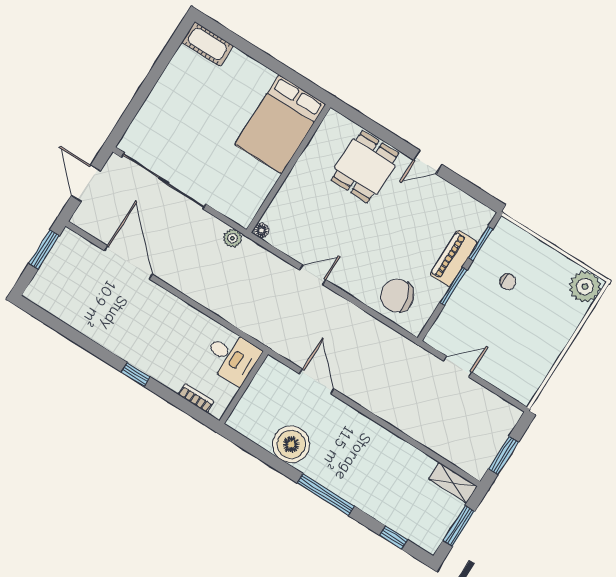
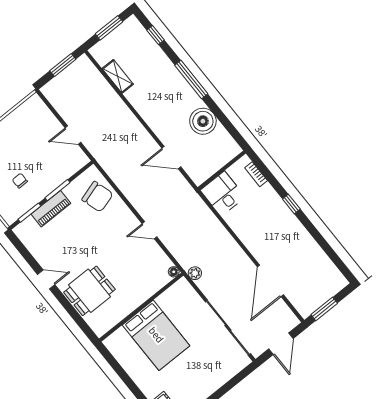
bed: (280, 124) -> (156, 335), moved, turned 90
door: (317, 381) -> (171, 158), hinge flipped
shelving: (453, 483) -> (118, 76), moved

